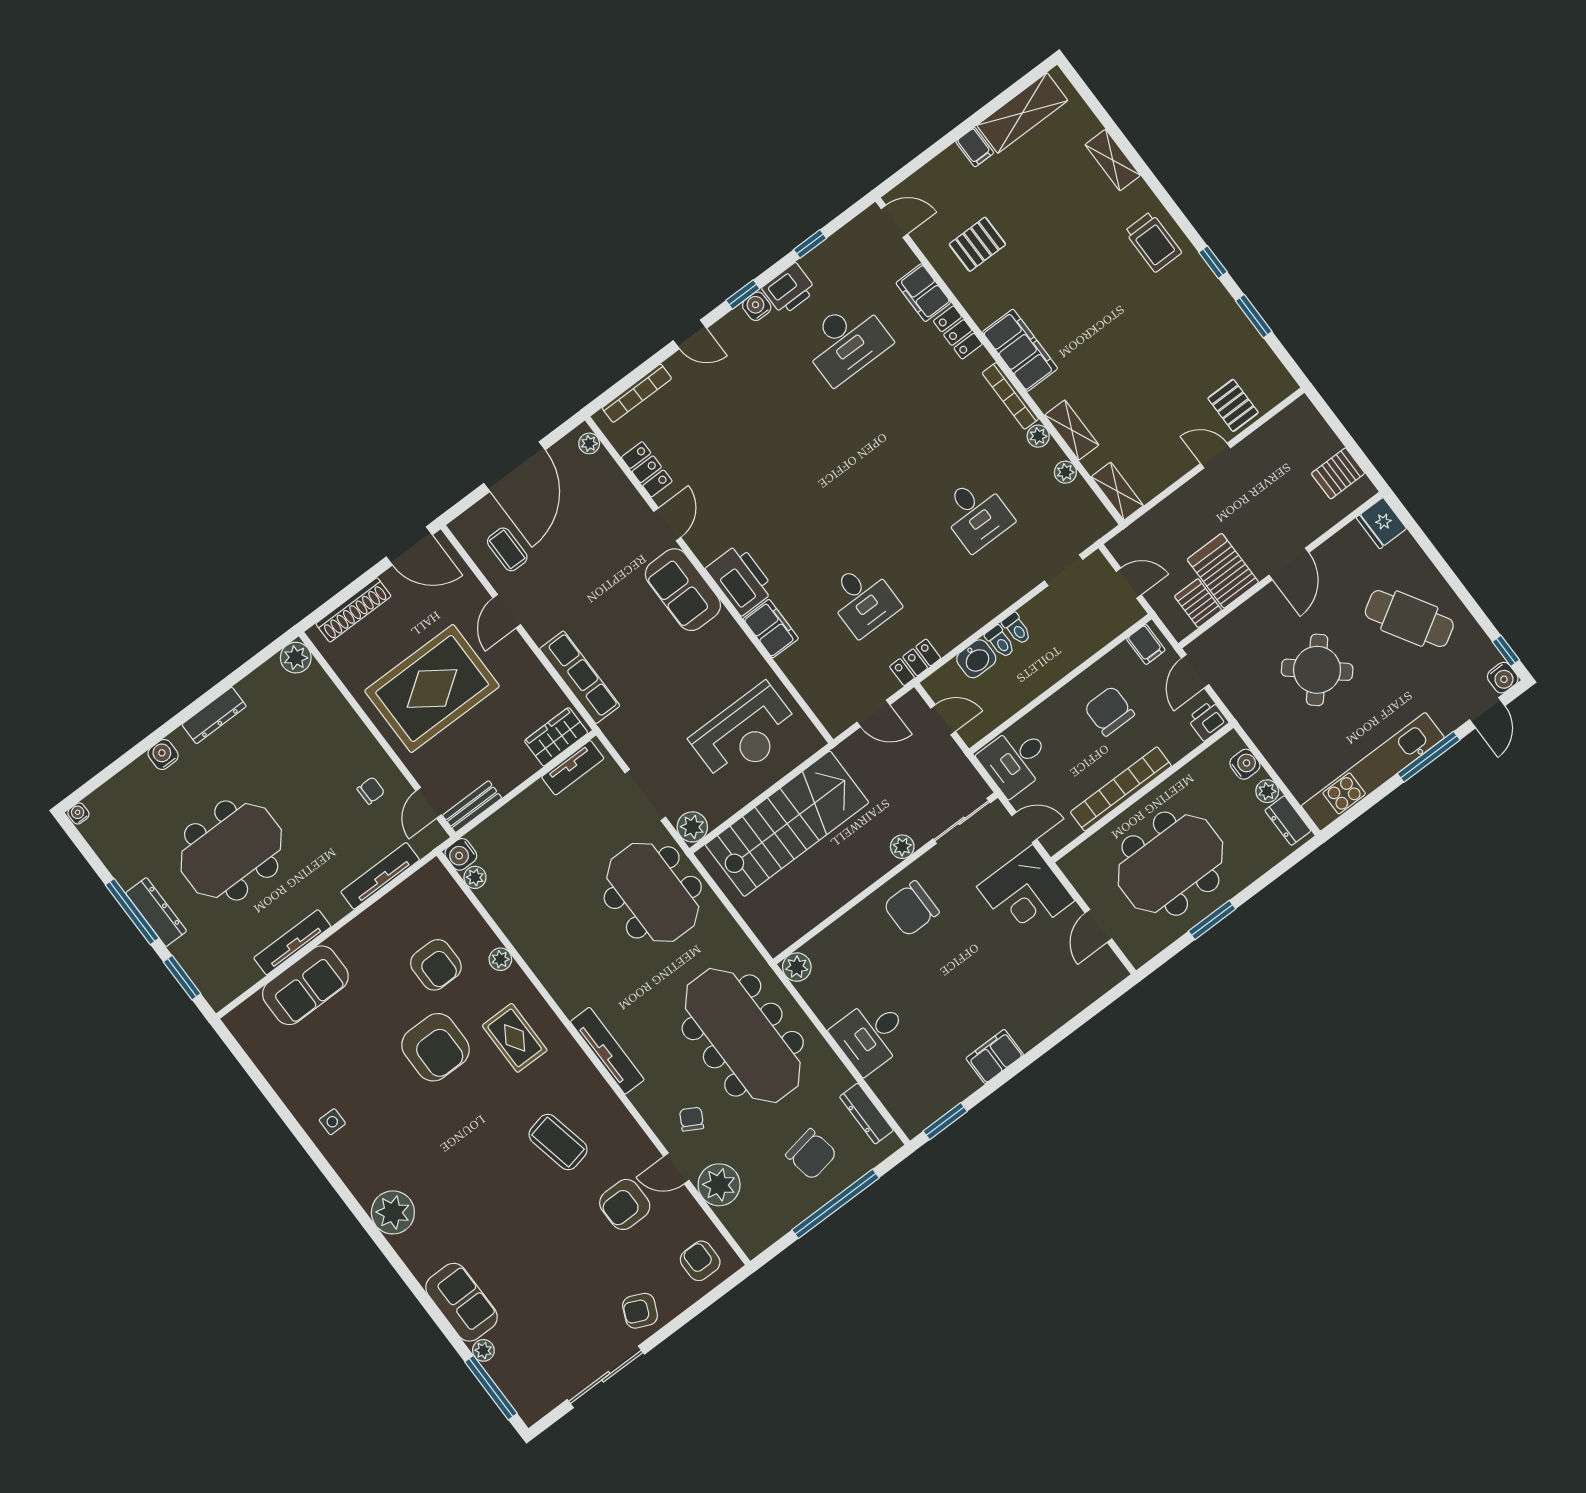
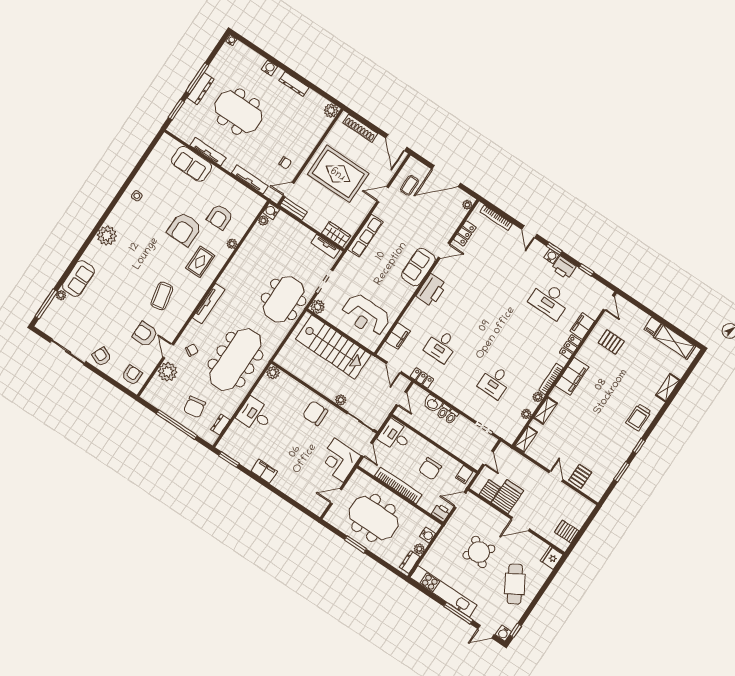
filing cabinet: (771, 629) -> (398, 336), moved
chair: (1109, 711) -> (430, 469), turned 180
dresser: (866, 1114) -> (220, 425), width x0.70

